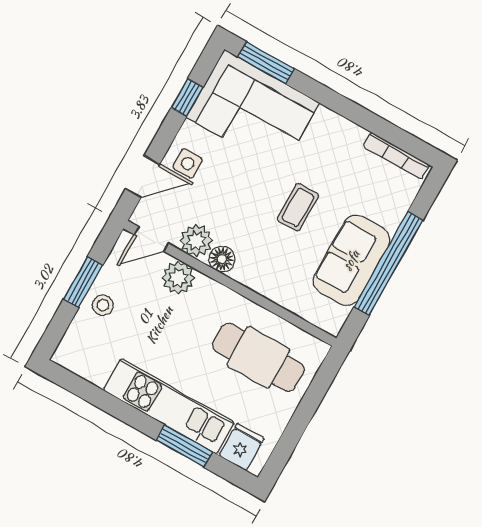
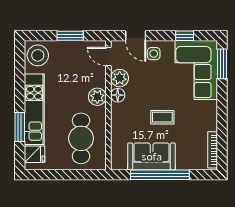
plant: (178, 278) -> (97, 97), moved
stool: (103, 305) -> (38, 55), moved, width x1.89, depth x1.89

